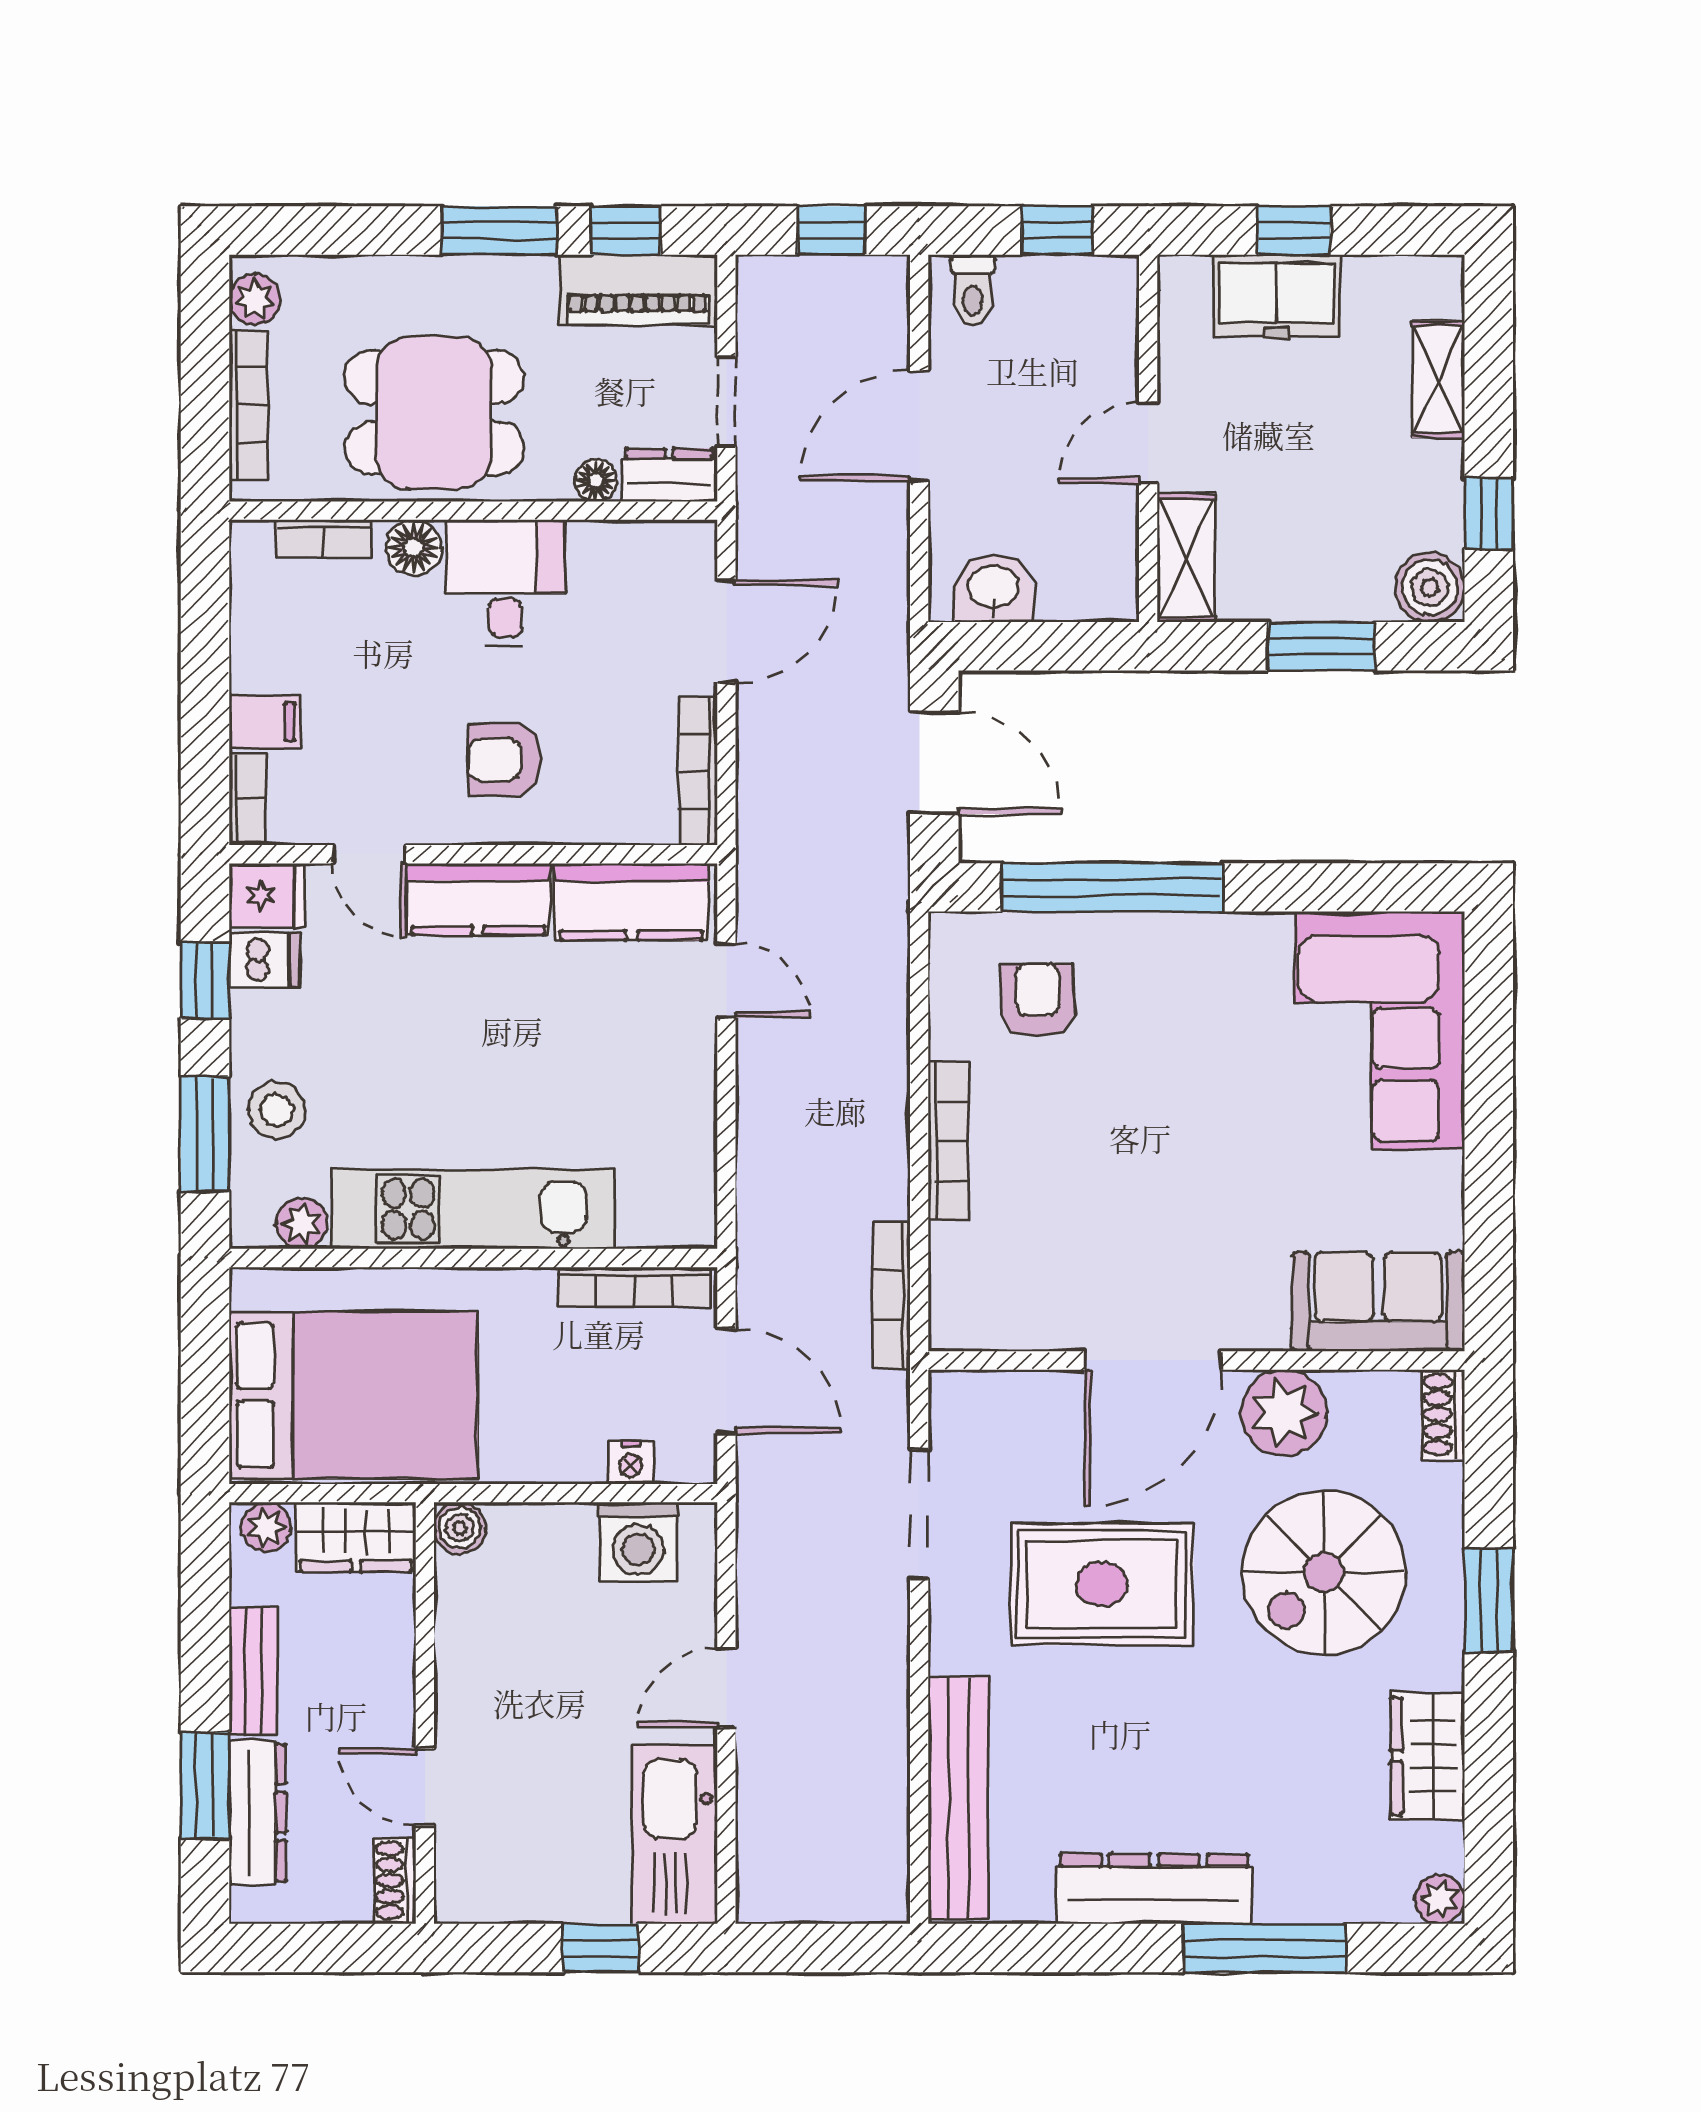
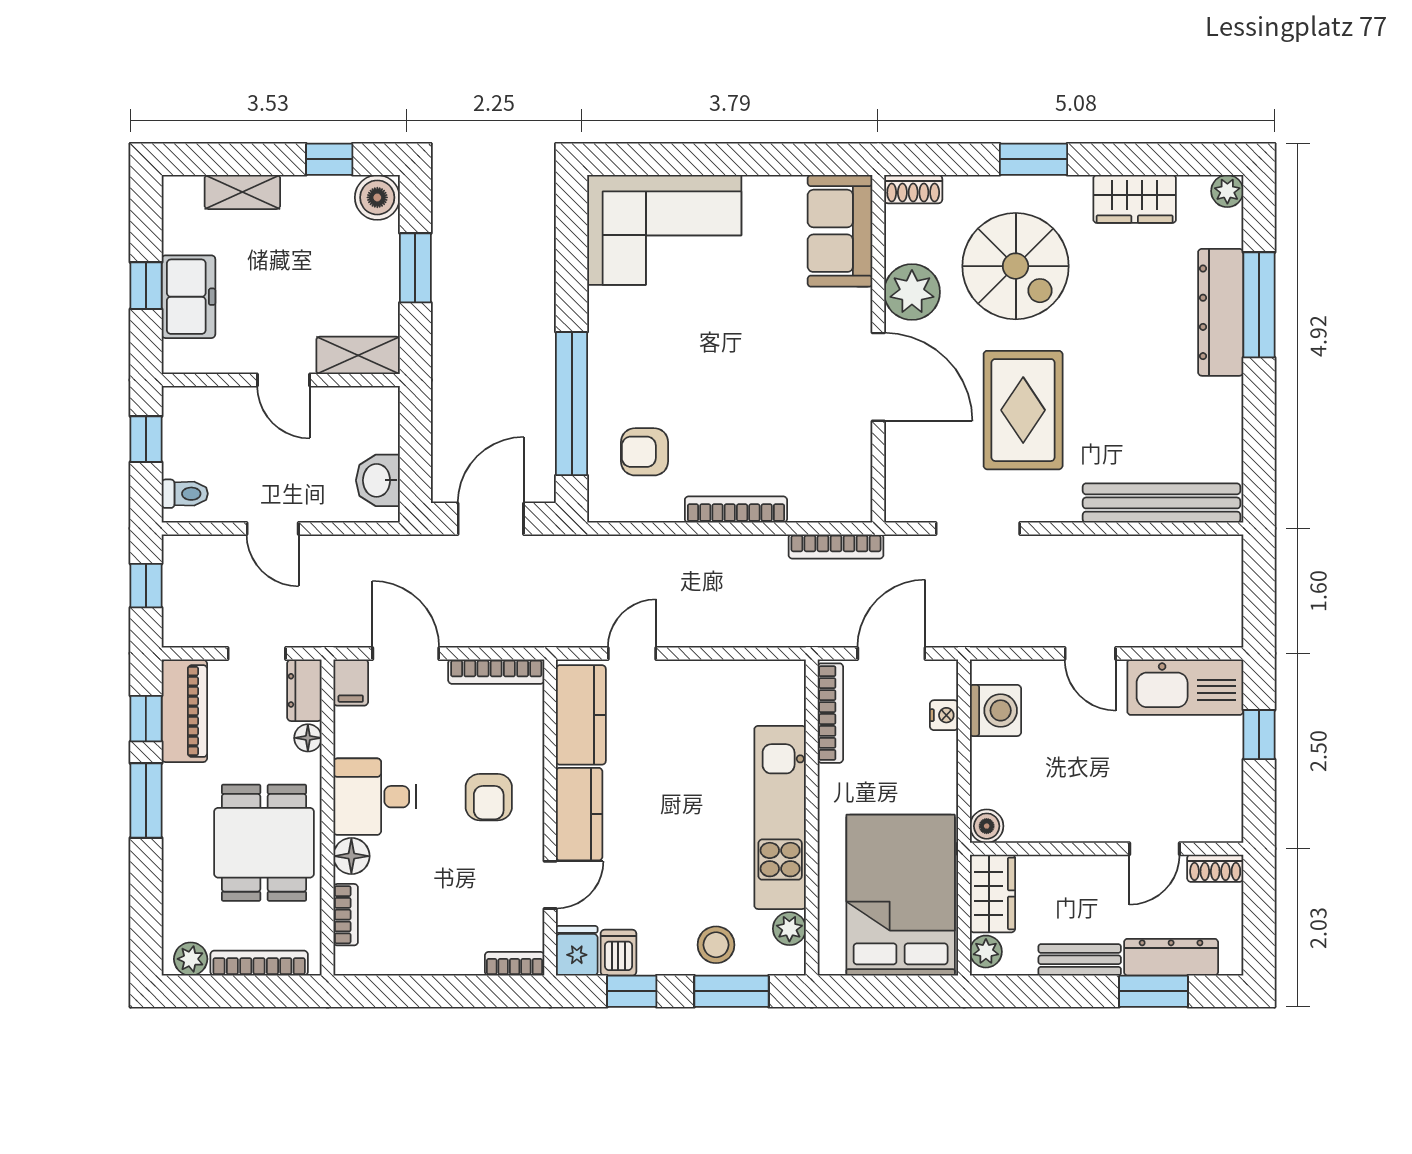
door: (919, 426) -> (273, 528), width x0.73
filing cabinet: (265, 722) -> (351, 682), moved, turned 180
dresser: (1154, 1889) -> (1221, 312), moved

